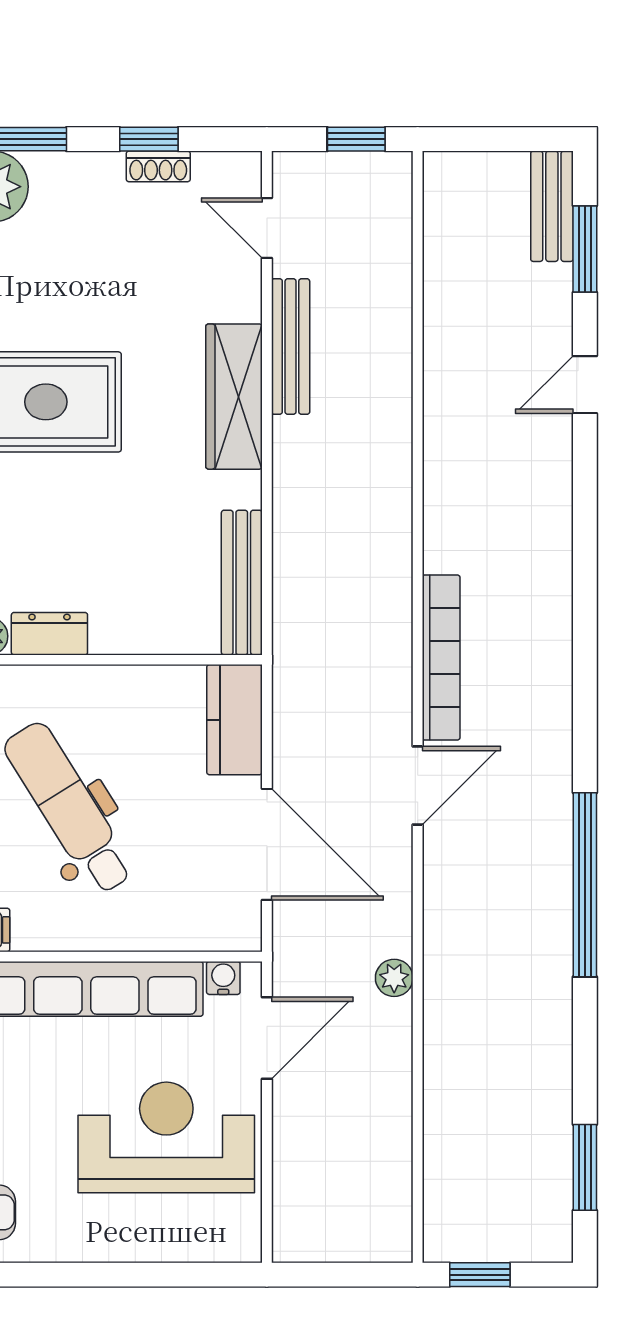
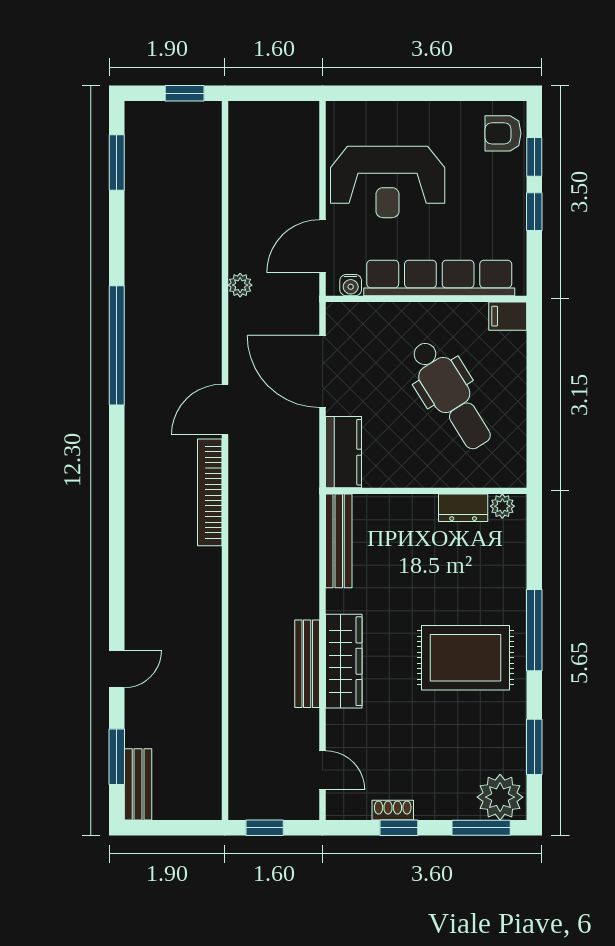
bench: (291, 347) -> (307, 664), moved

